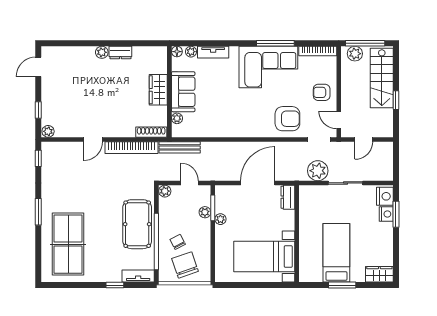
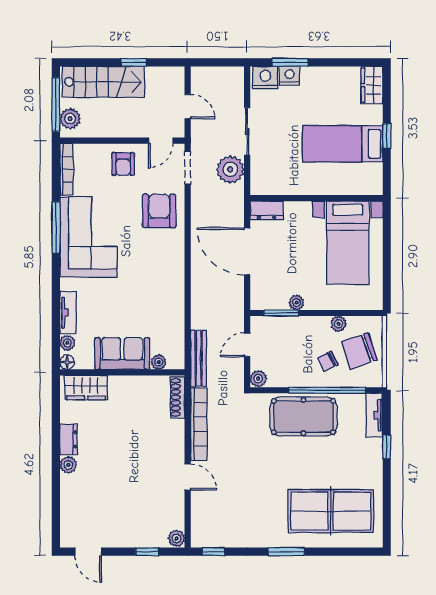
wardrobe: (158, 90) -> (86, 388), moved
plant: (205, 212) -> (338, 324), moved
window: (342, 285) -> (387, 136), width x0.67

